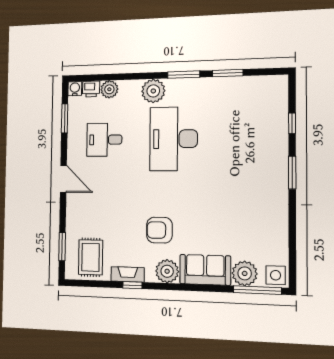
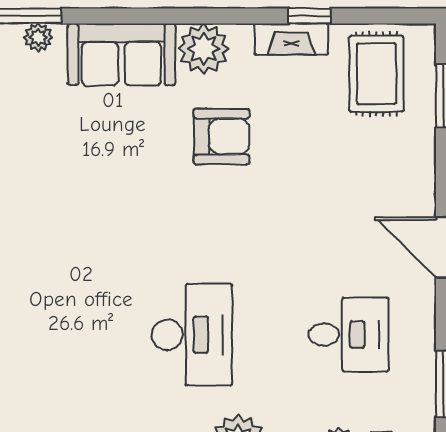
desk: (174, 139) -> (192, 335), width x0.73, depth x0.77
plant: (245, 273) -> (38, 37), width x0.53, depth x0.53
window: (132, 285) -> (310, 16), moved

